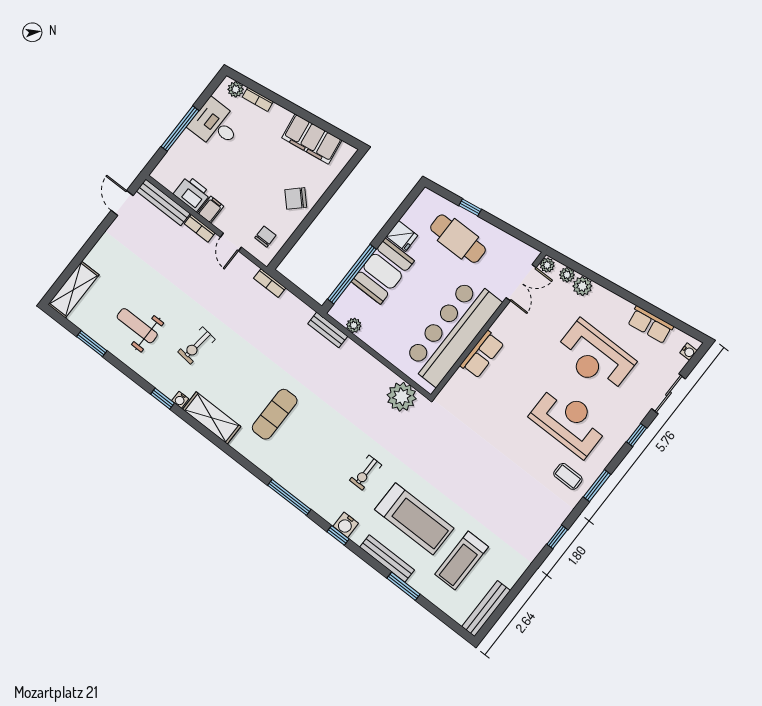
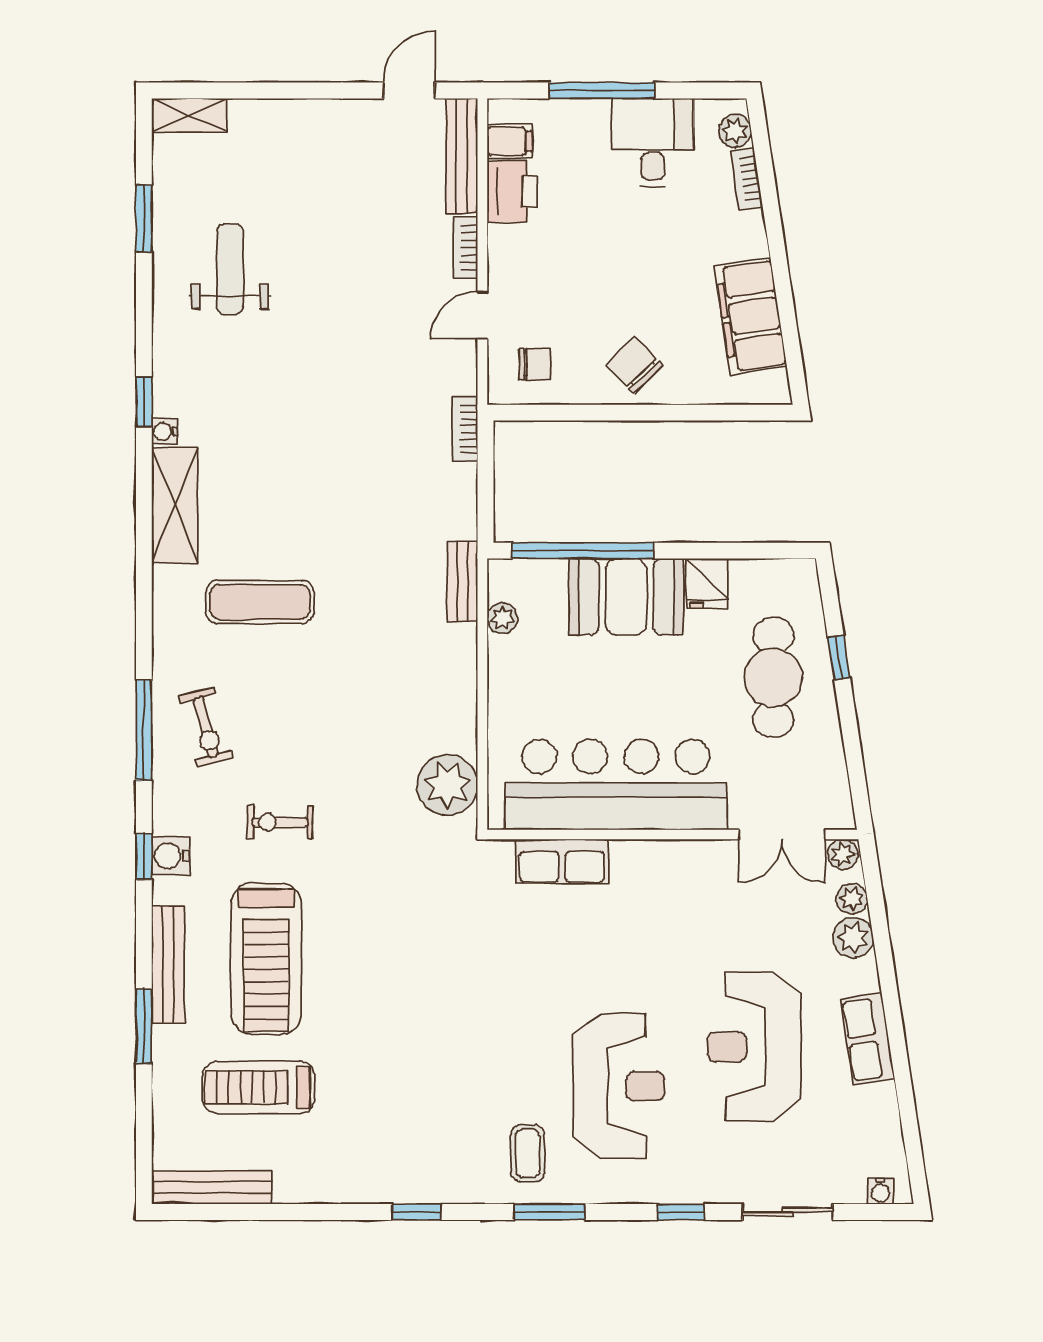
filing cabinet: (211, 210) -> (510, 141), moved
shelving: (73, 290) -> (189, 115), width x0.67, depth x0.75
row of seats: (650, 325) -> (868, 1039), moved
exercise bike: (196, 346) -> (206, 727), moved, turned -112
row of seats: (482, 354) -> (562, 862), moved

